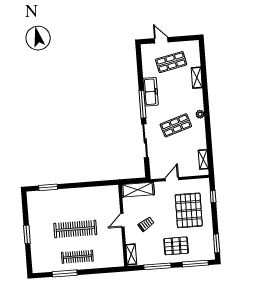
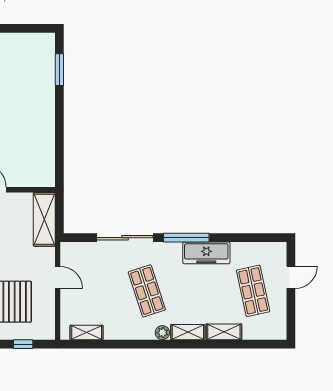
shelving: (199, 99) -> (188, 332), added

